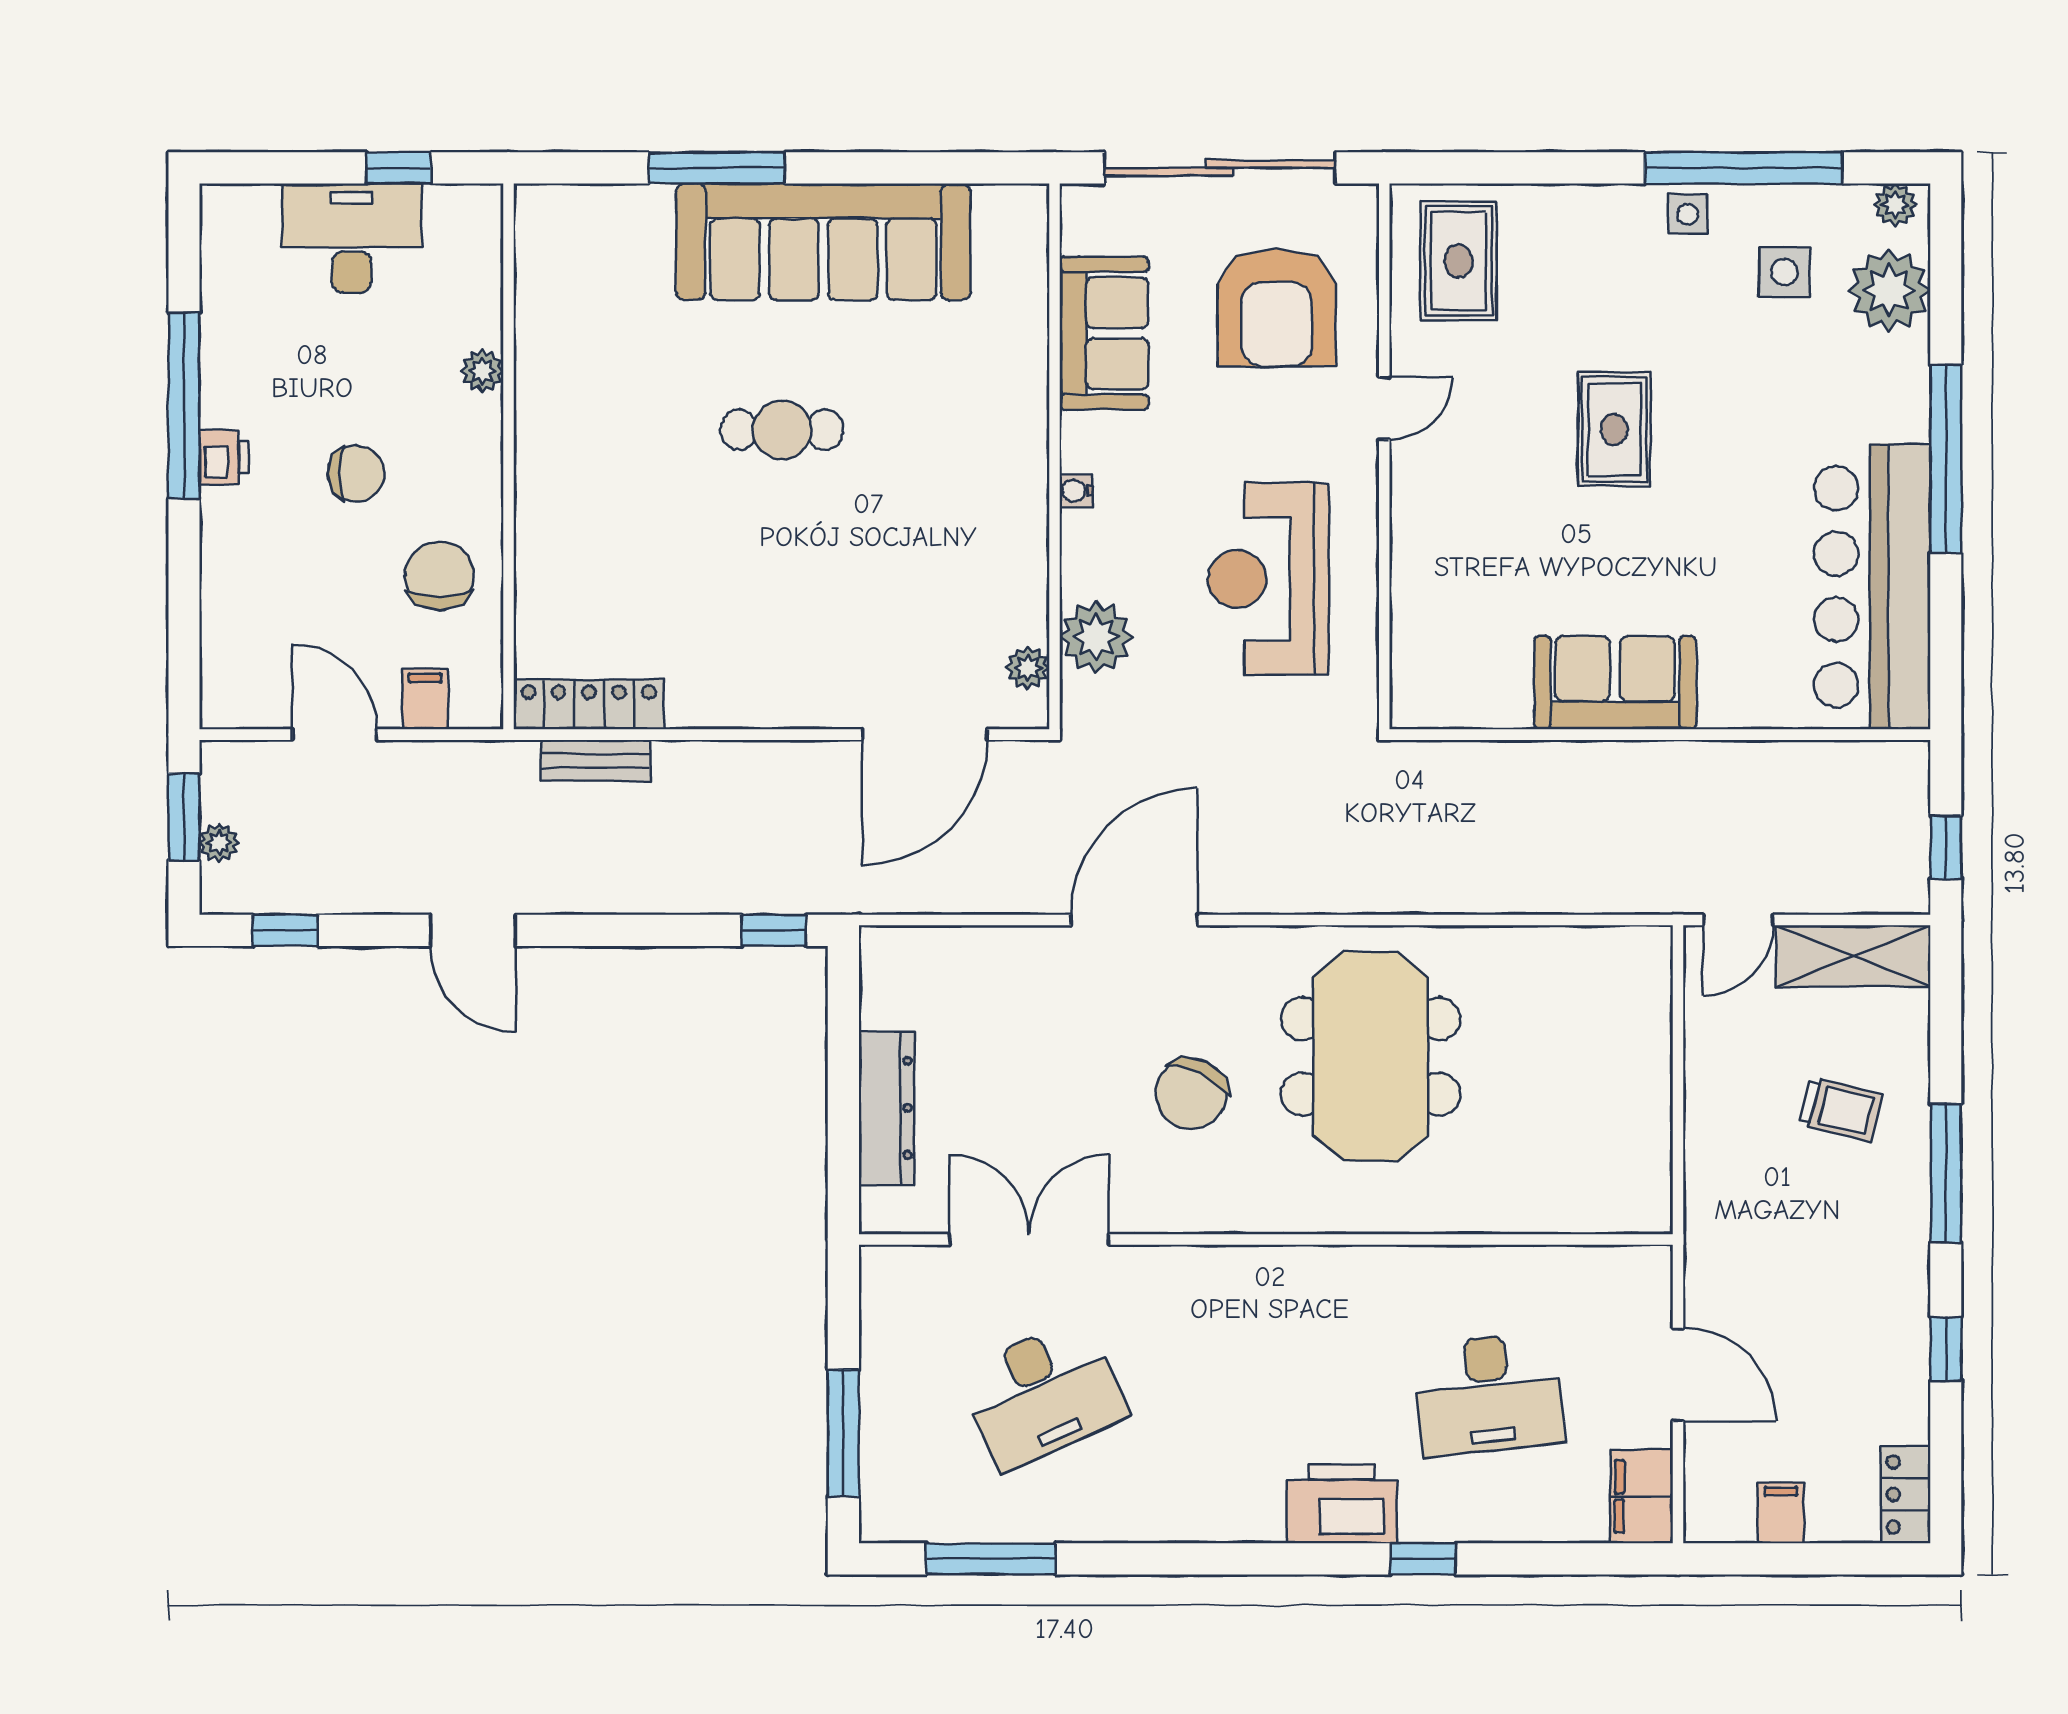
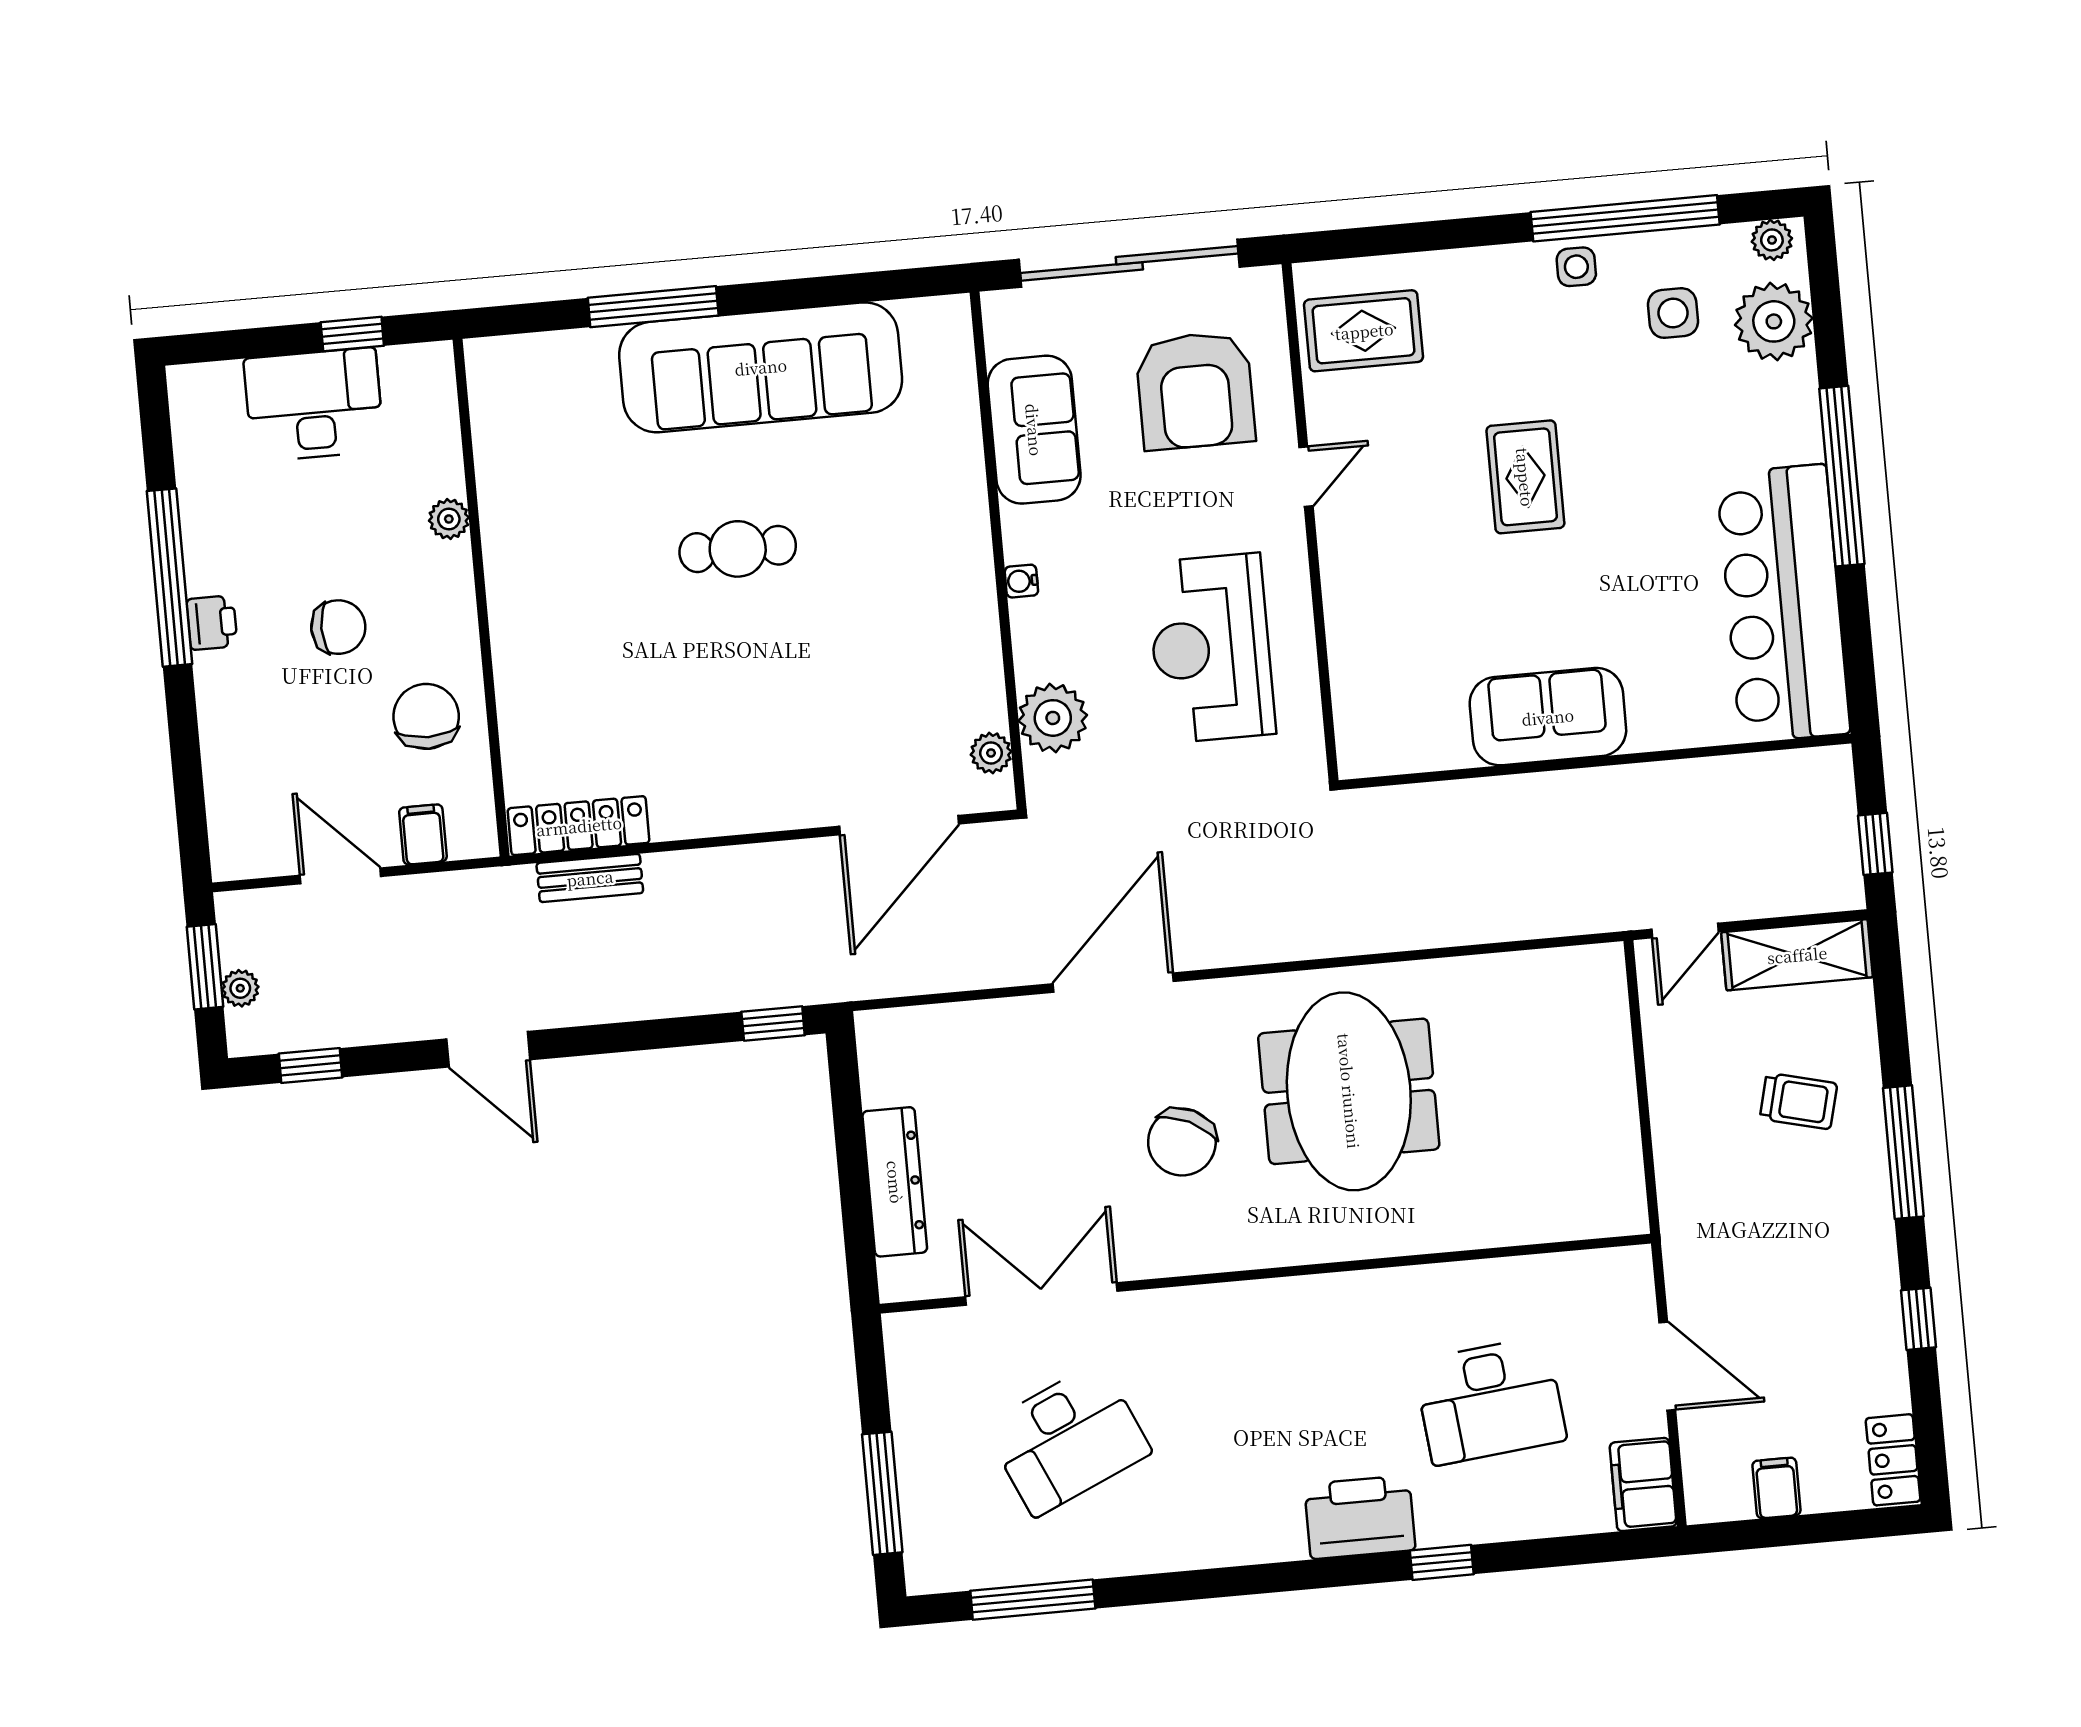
rug: (1458, 261) -> (1364, 331), turned 90

